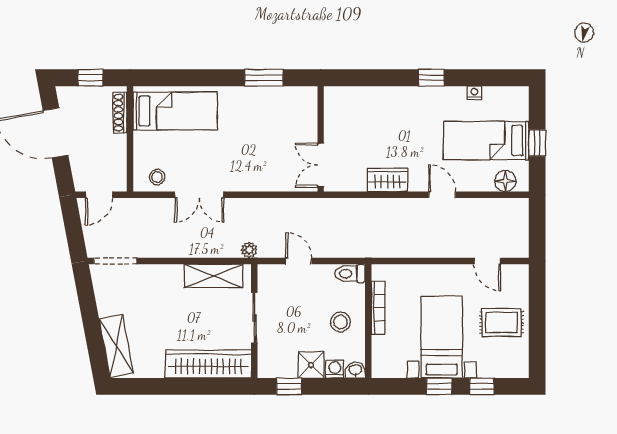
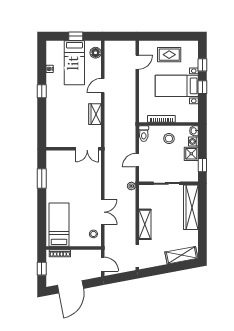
shelving: (213, 276) -> (145, 224), moved
rug: (502, 323) -> (169, 55), turned 90

